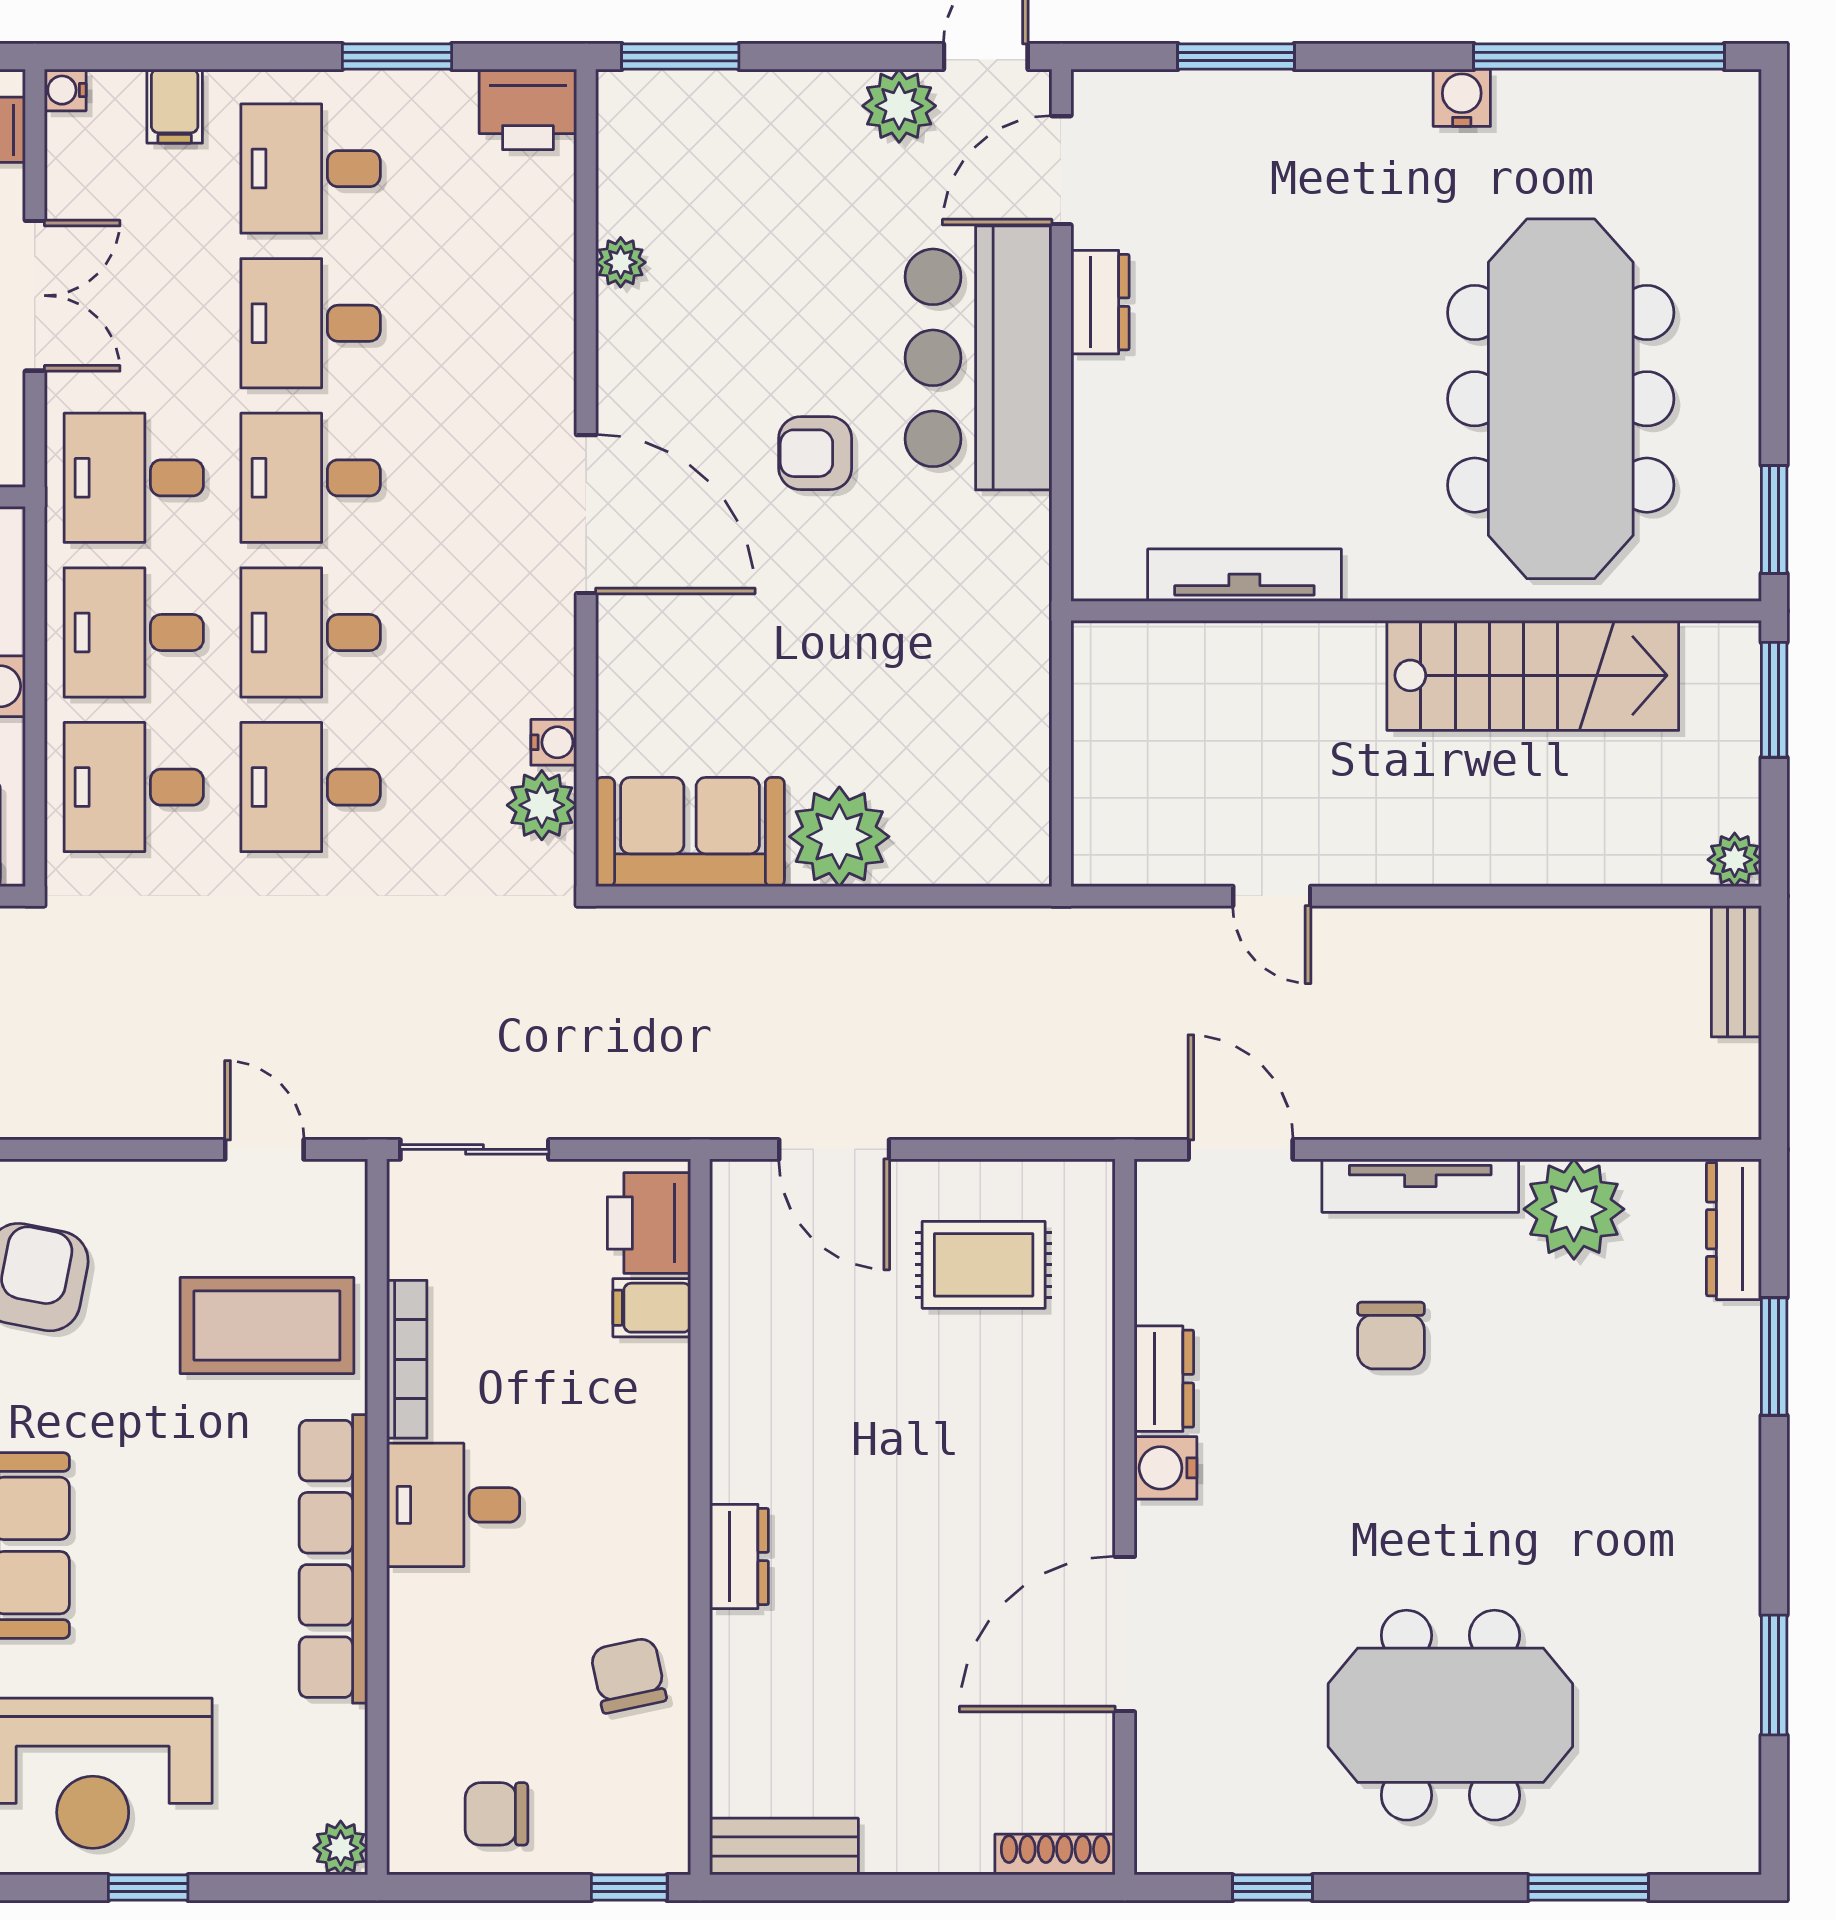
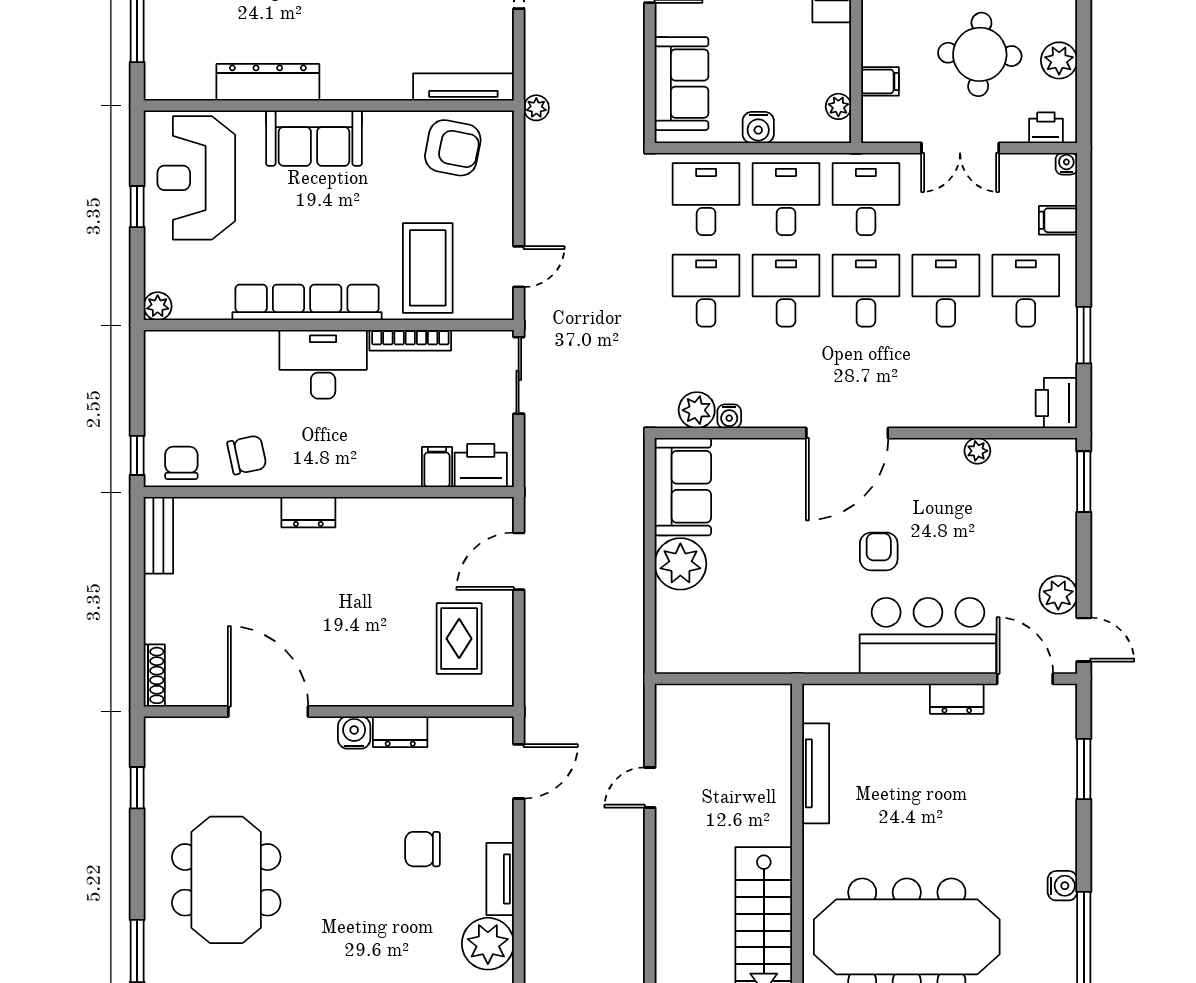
tv unit: (1420, 1186) -> (500, 879), width x0.71
desk: (453, 1505) -> (323, 364), width x1.37
chair: (497, 1814) -> (181, 463), moved

